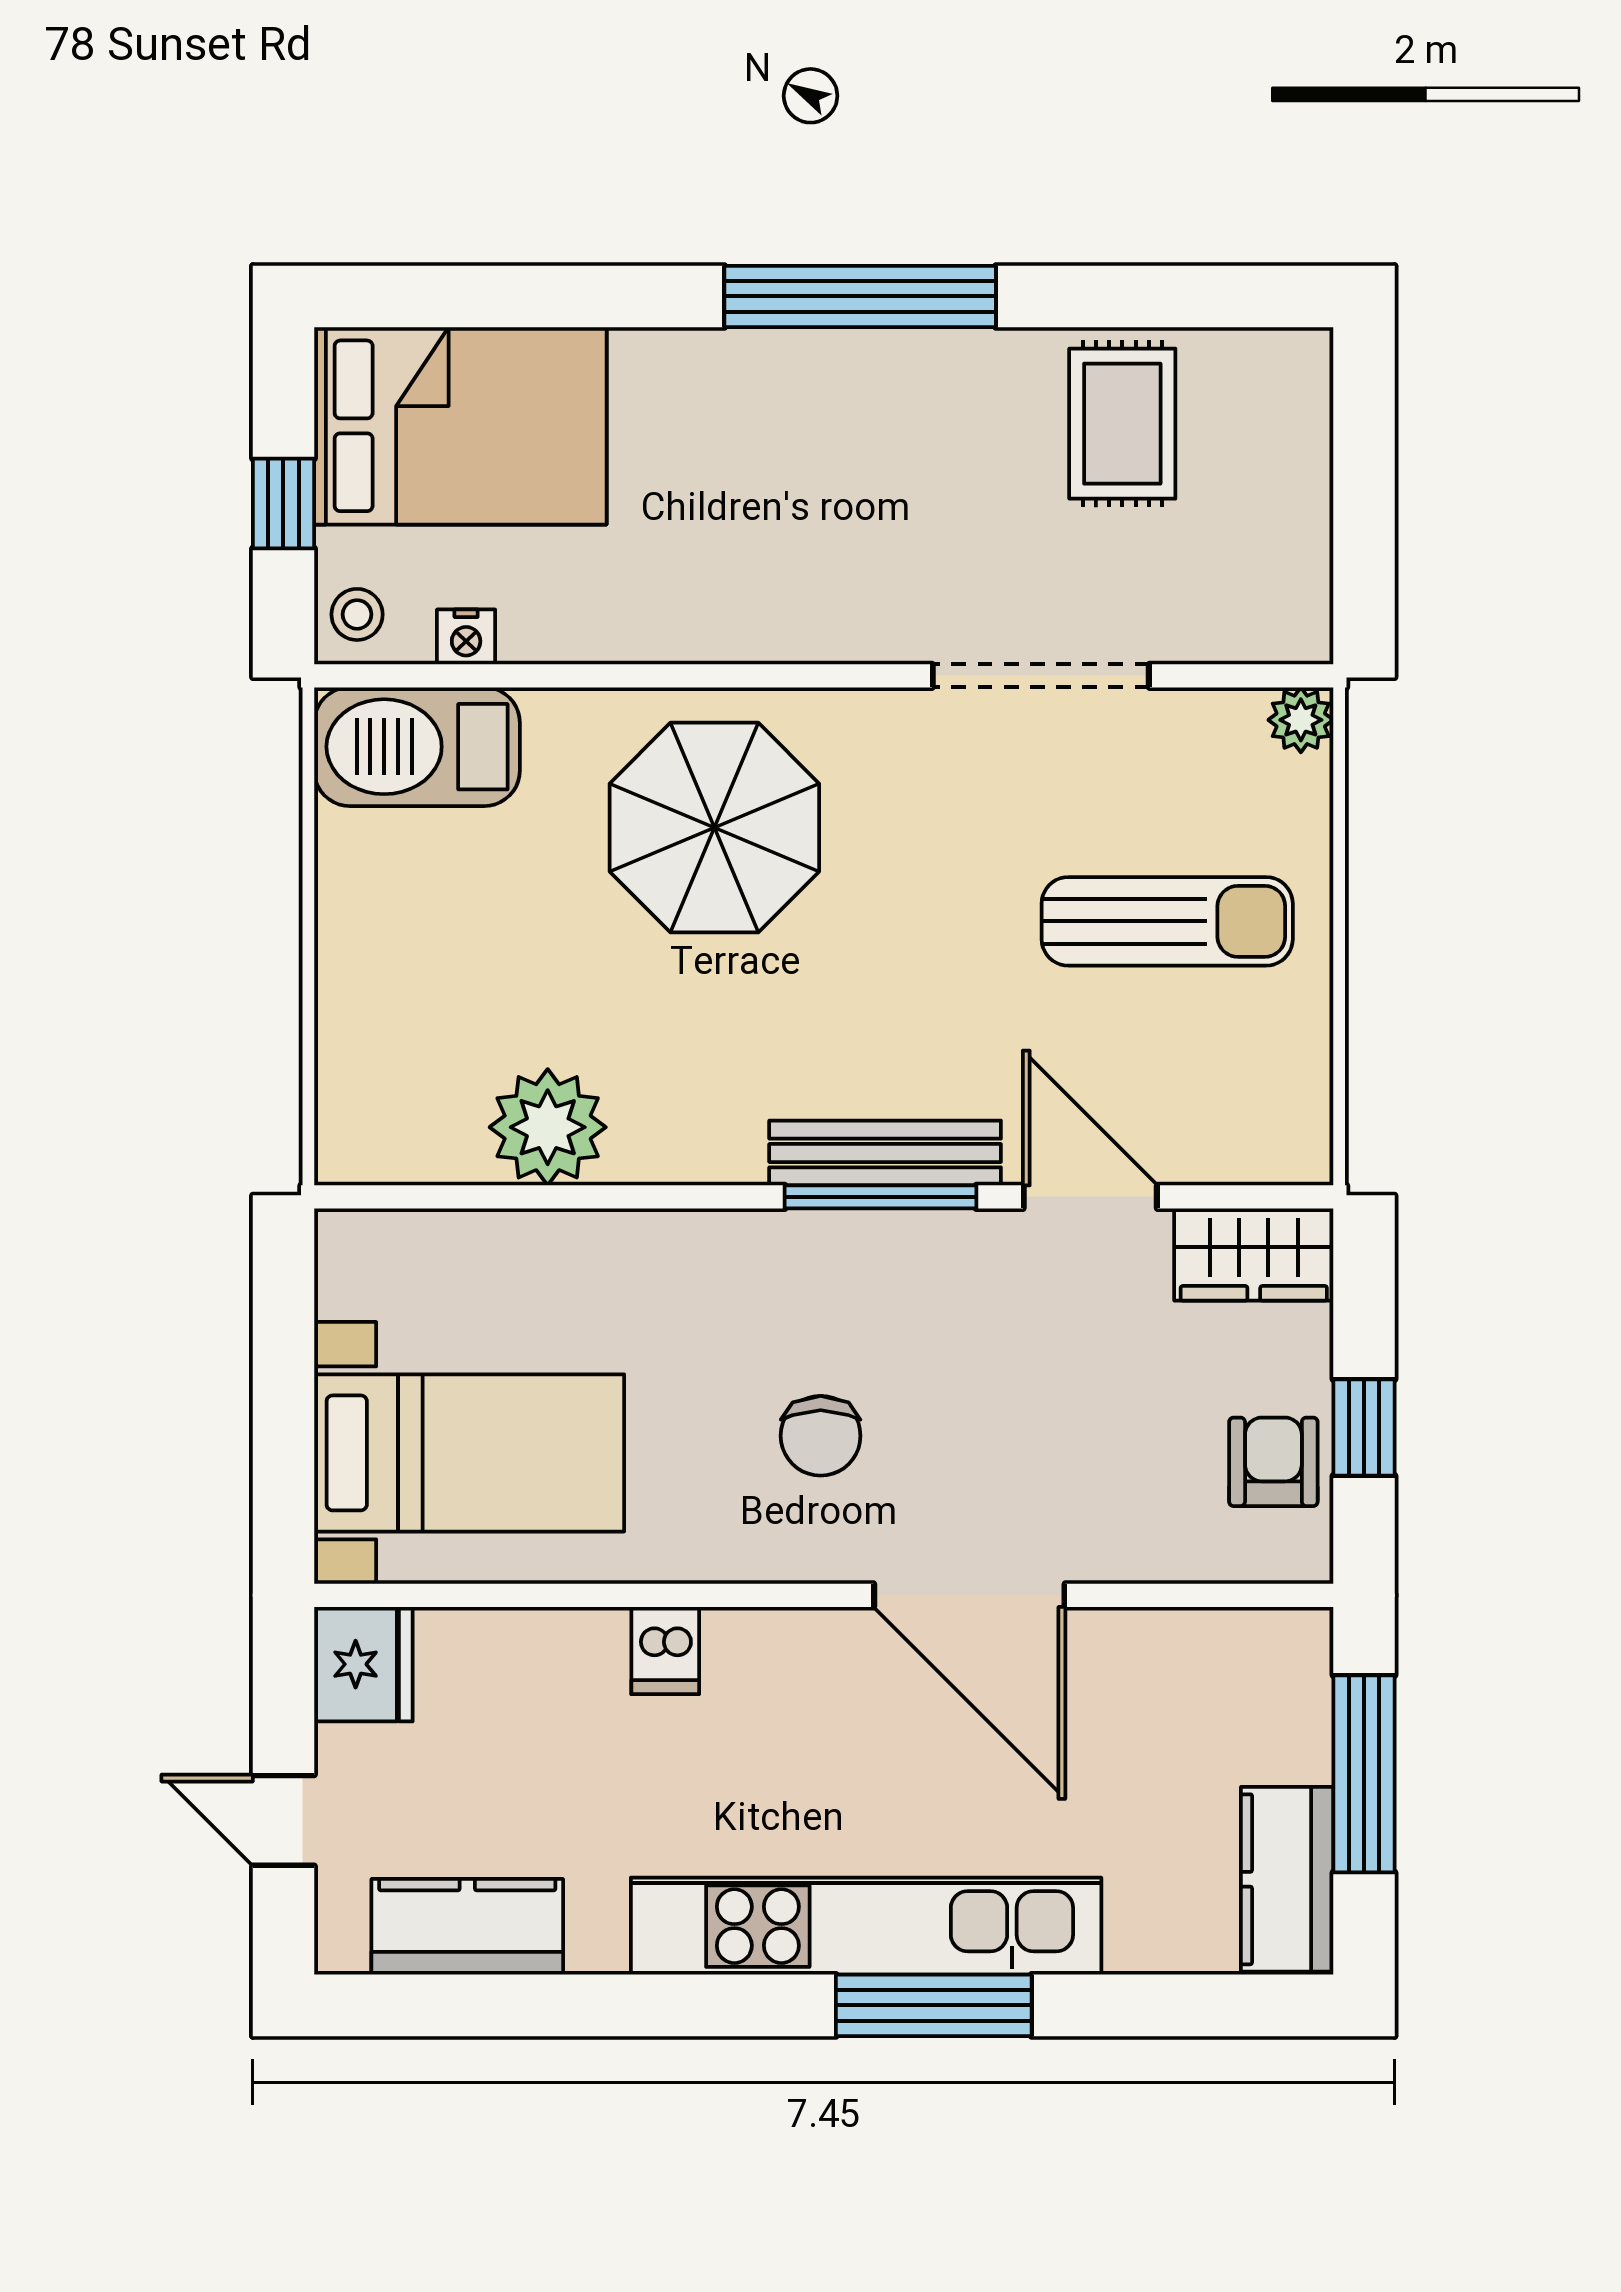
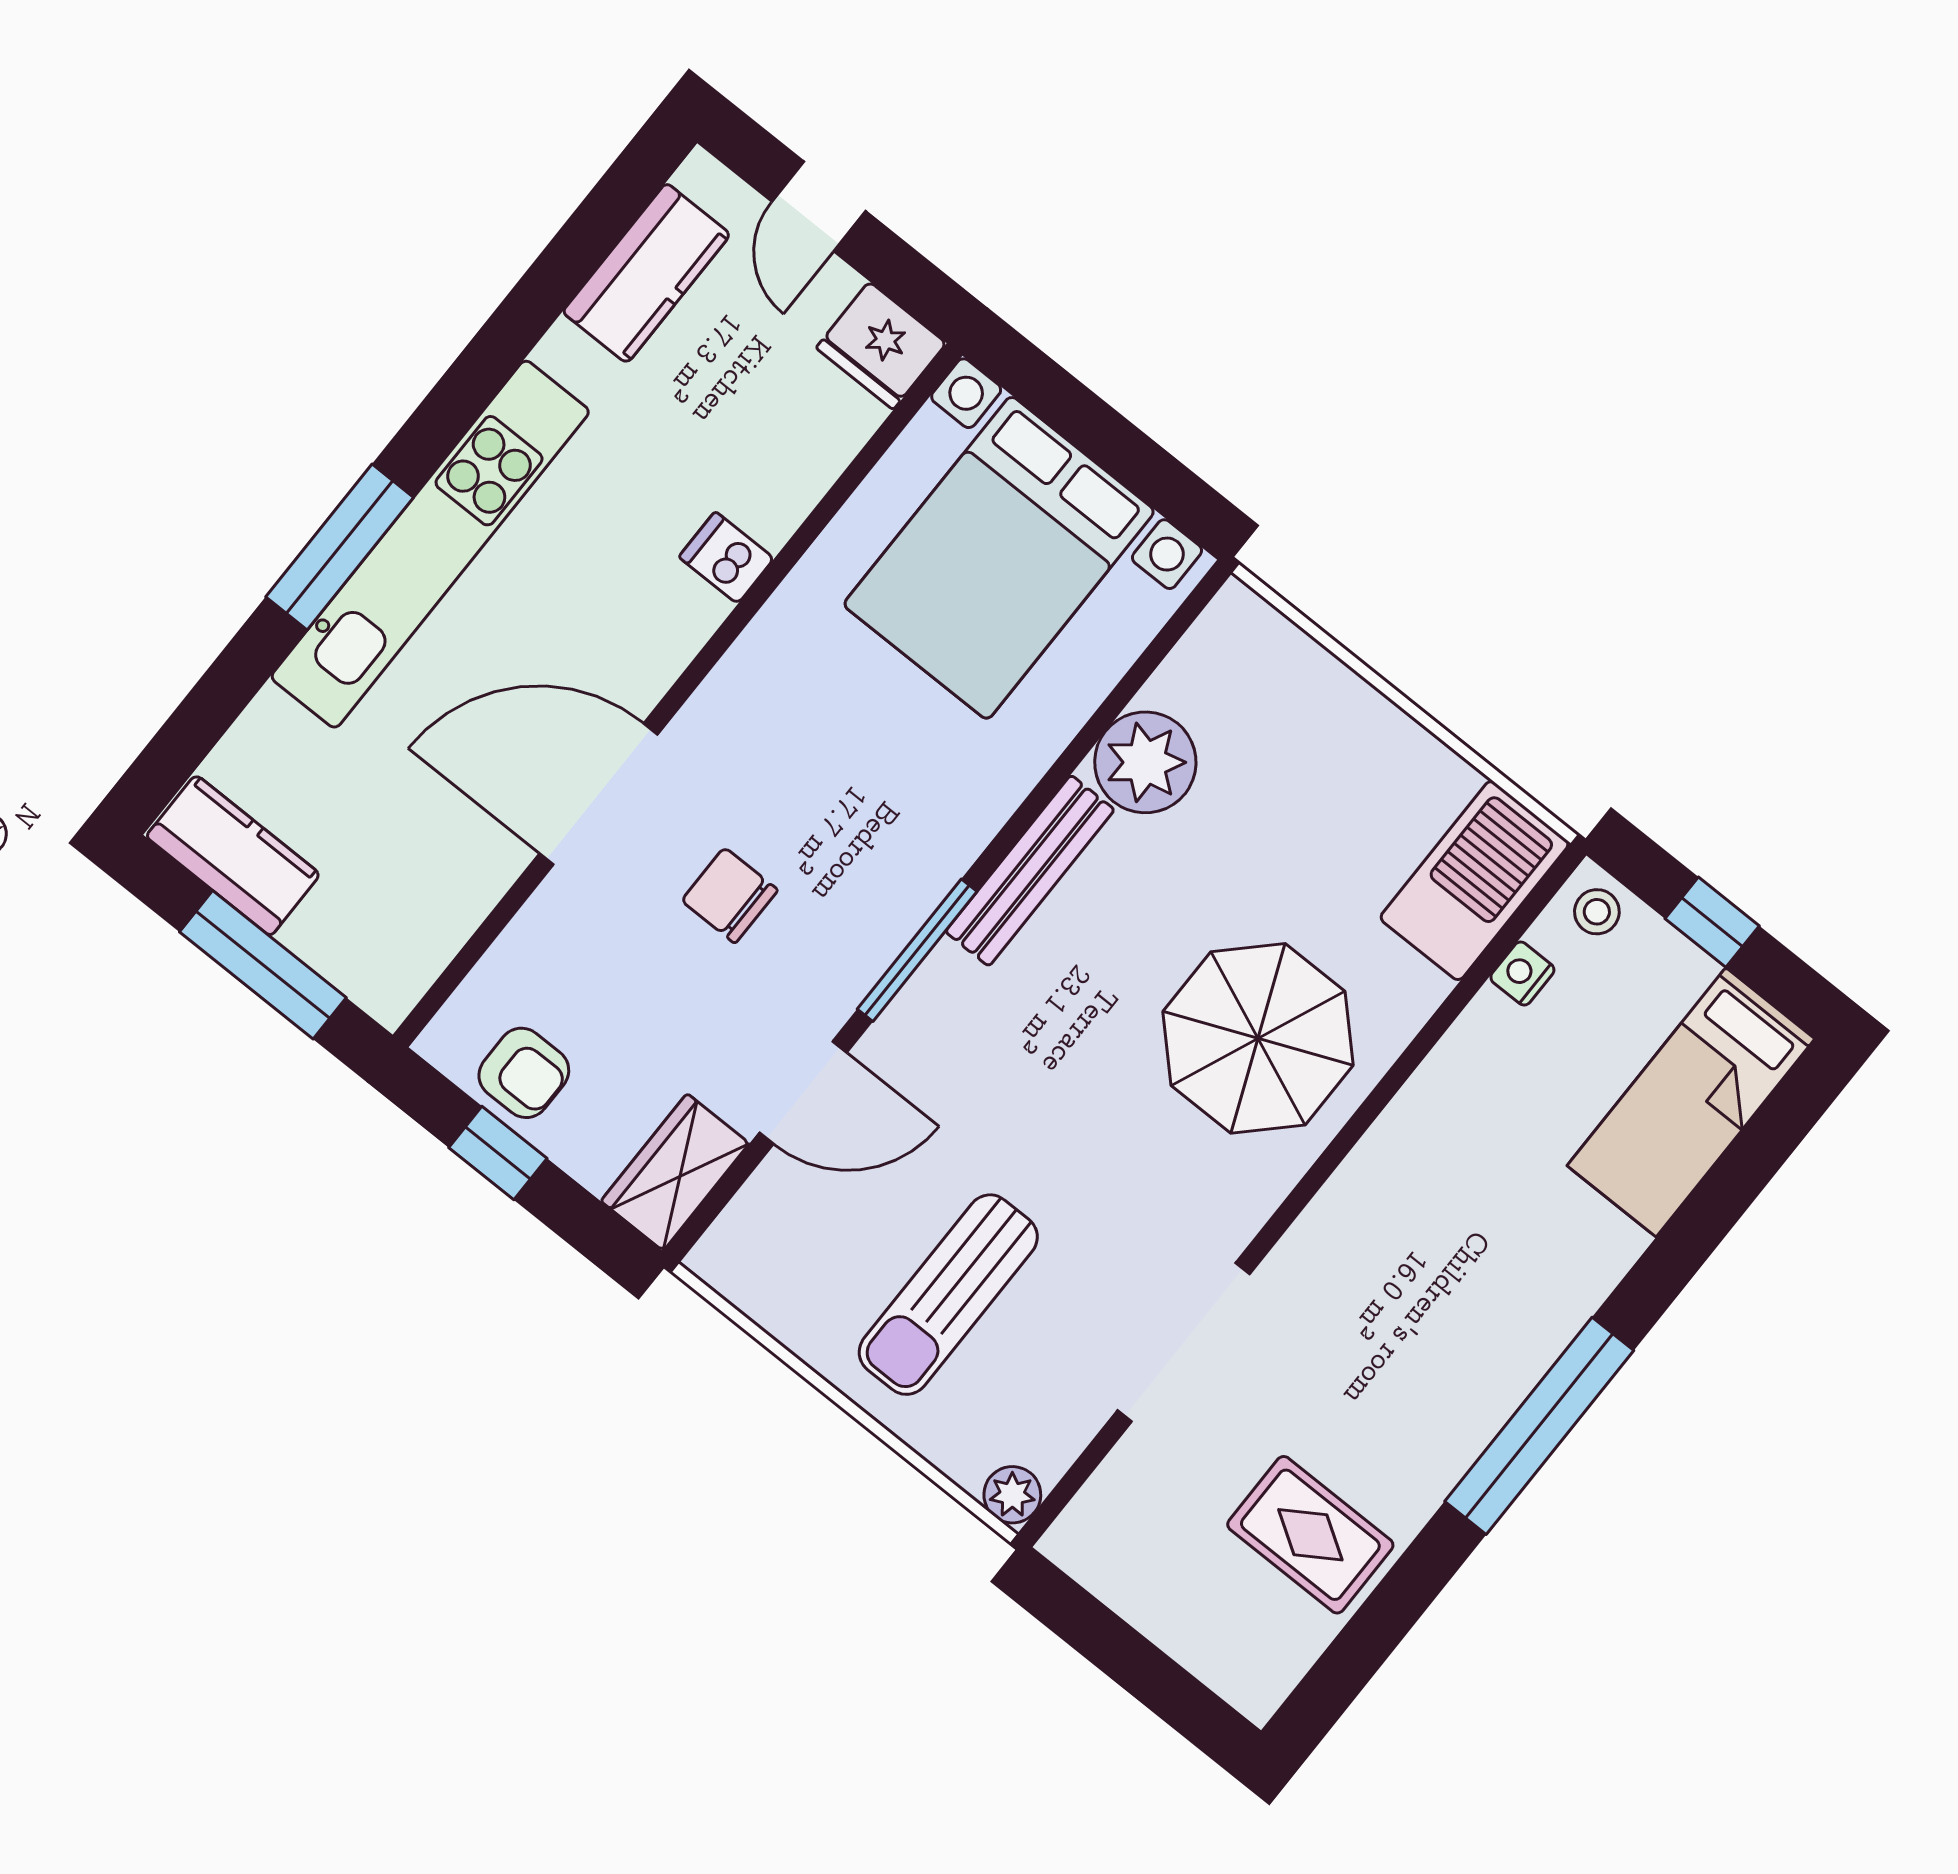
bed: (460, 426) -> (1691, 1102), width x0.67
bench: (885, 1153) -> (1030, 871), moved
chair: (821, 1436) -> (730, 895), moved
bed with nightstands: (469, 1453) -> (999, 558), width x1.36
door: (283, 1820) -> (819, 206), swing flipped

